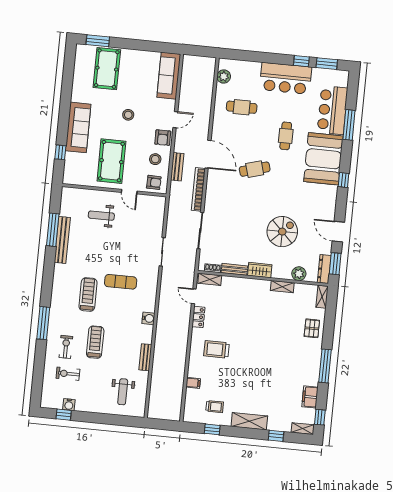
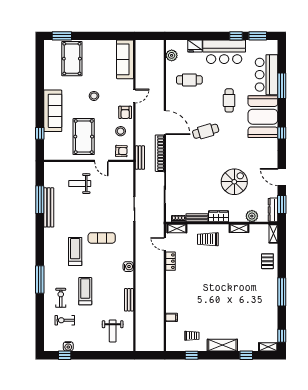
fridge: (252, 68) -> (195, 46), added
bench: (177, 167) -> (140, 158), moved
trolley: (217, 349) -> (208, 239), moved
filing cabinet: (310, 397) -> (272, 319), removed

